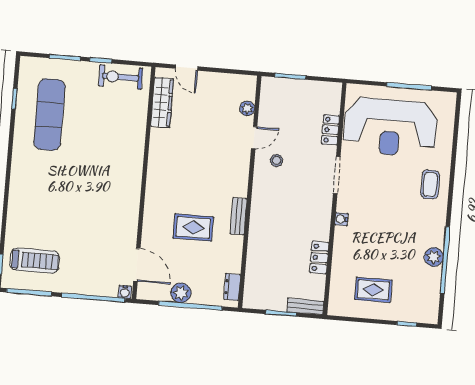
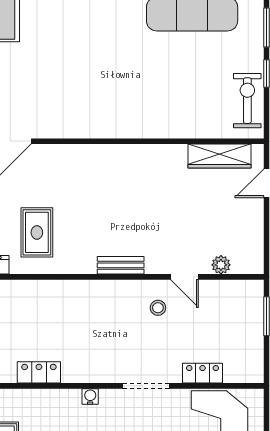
bench: (238, 216) -> (121, 265), moved
rug: (193, 227) -> (37, 232), moved

